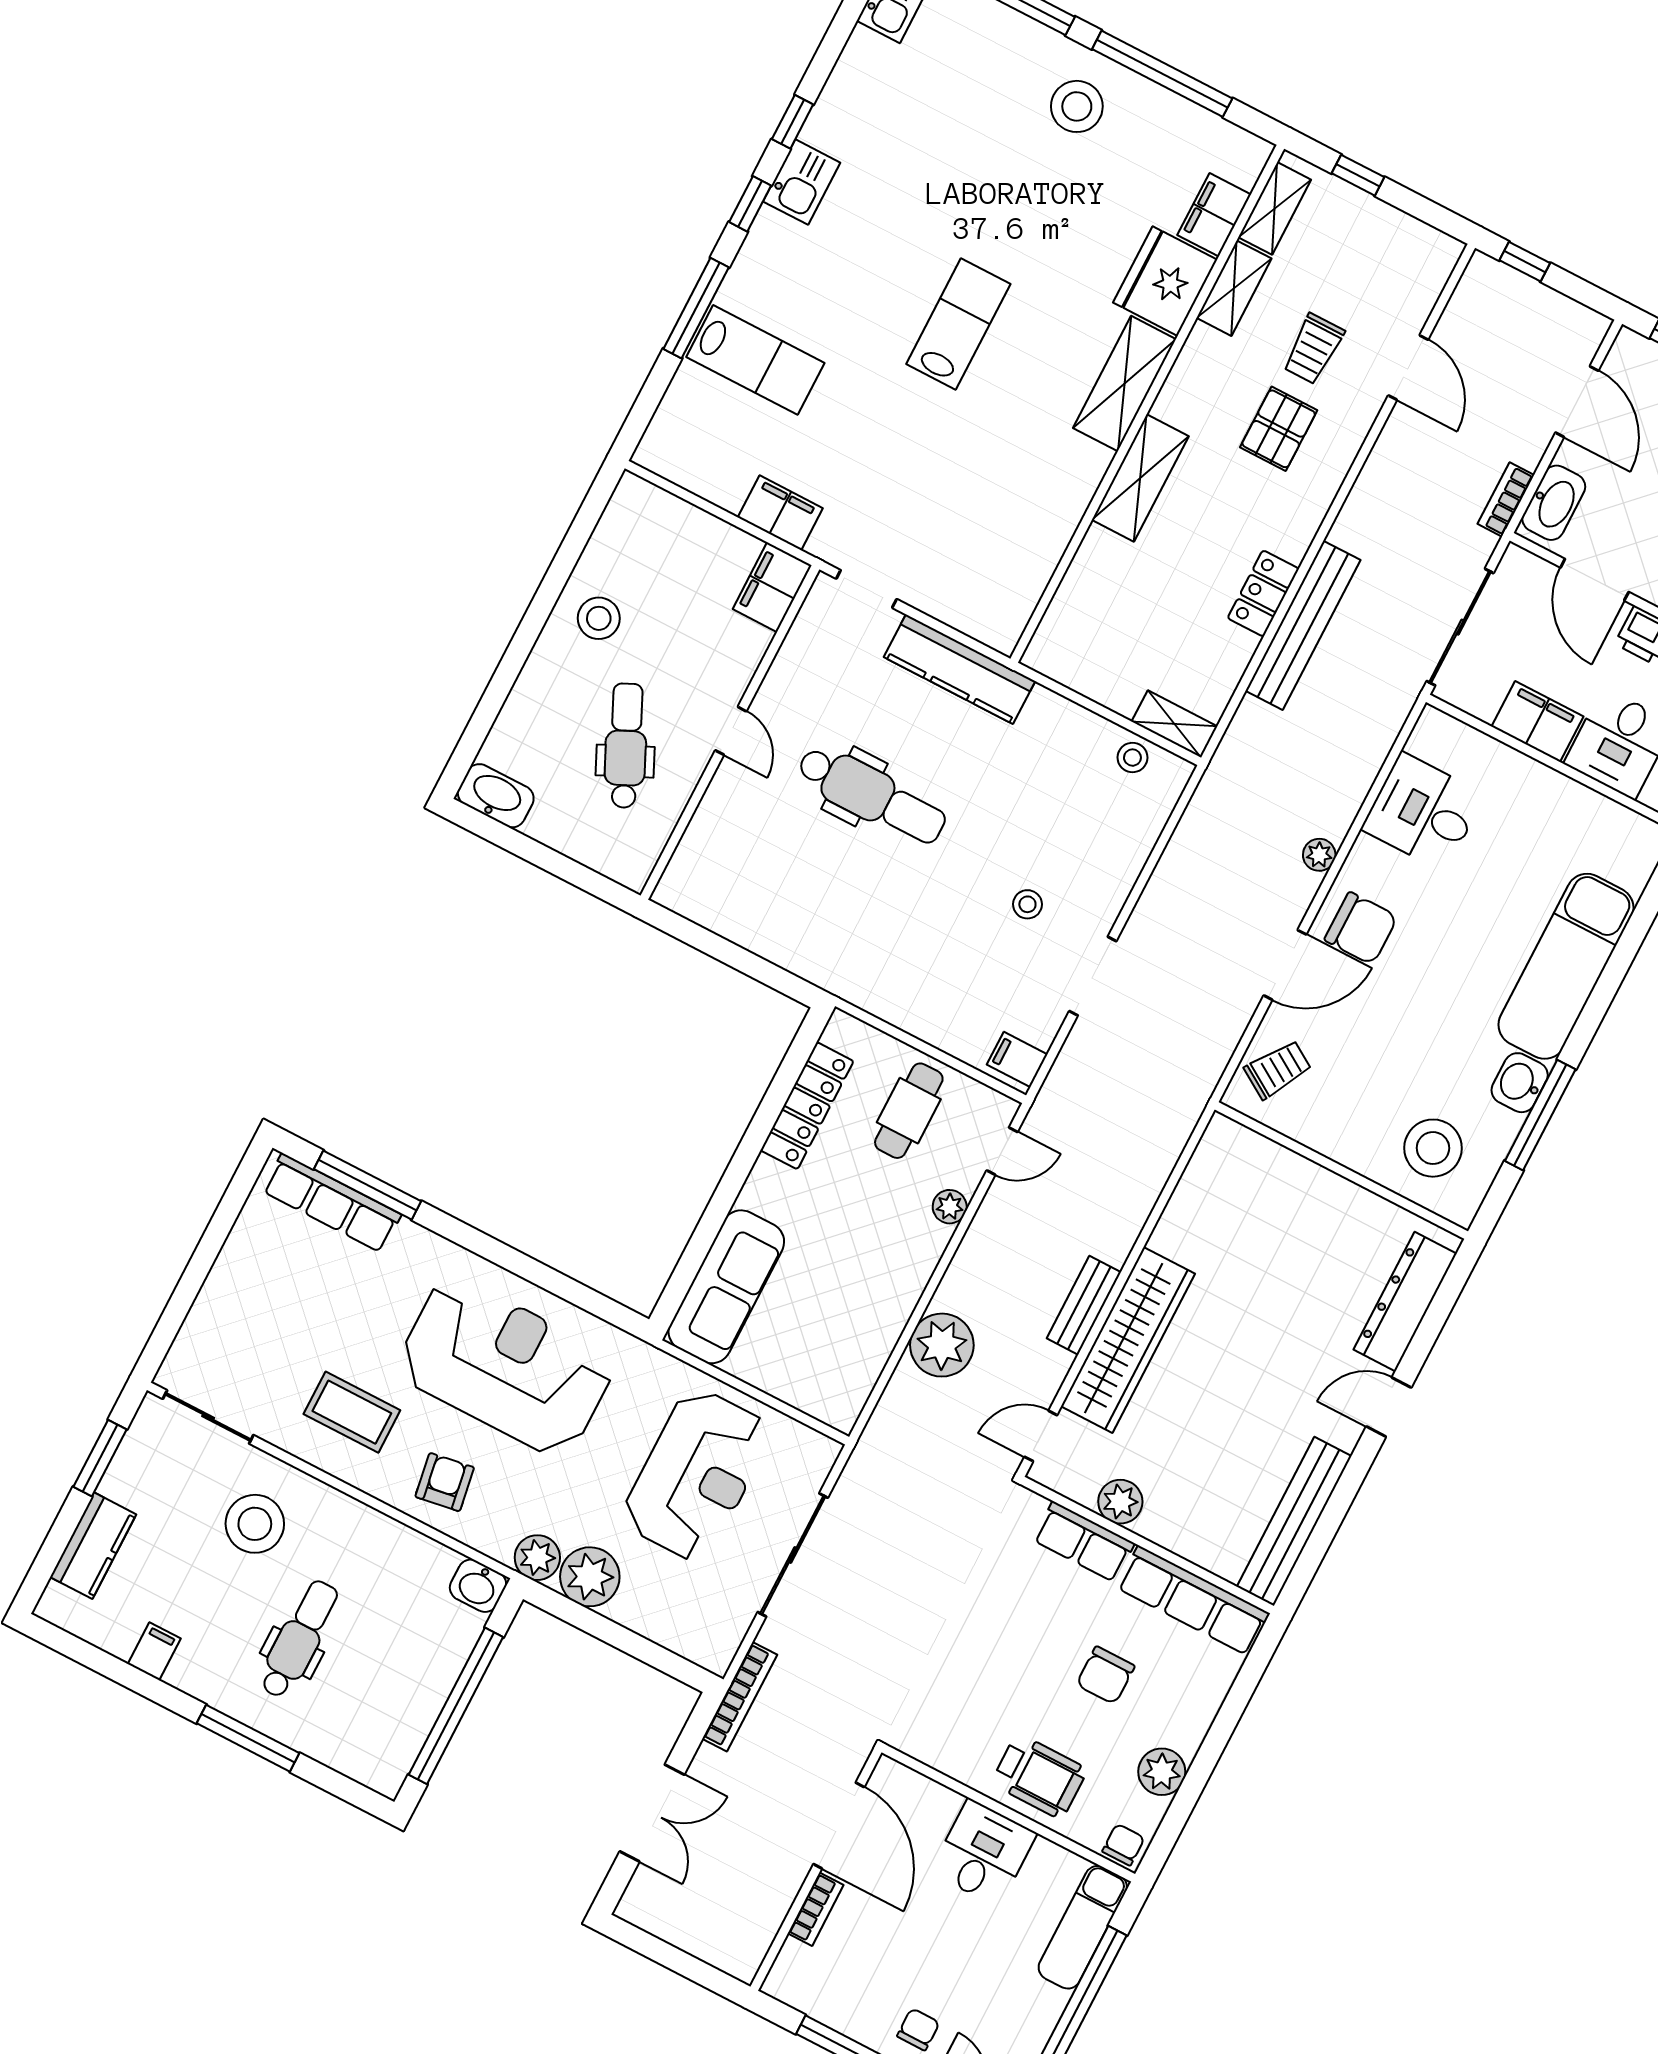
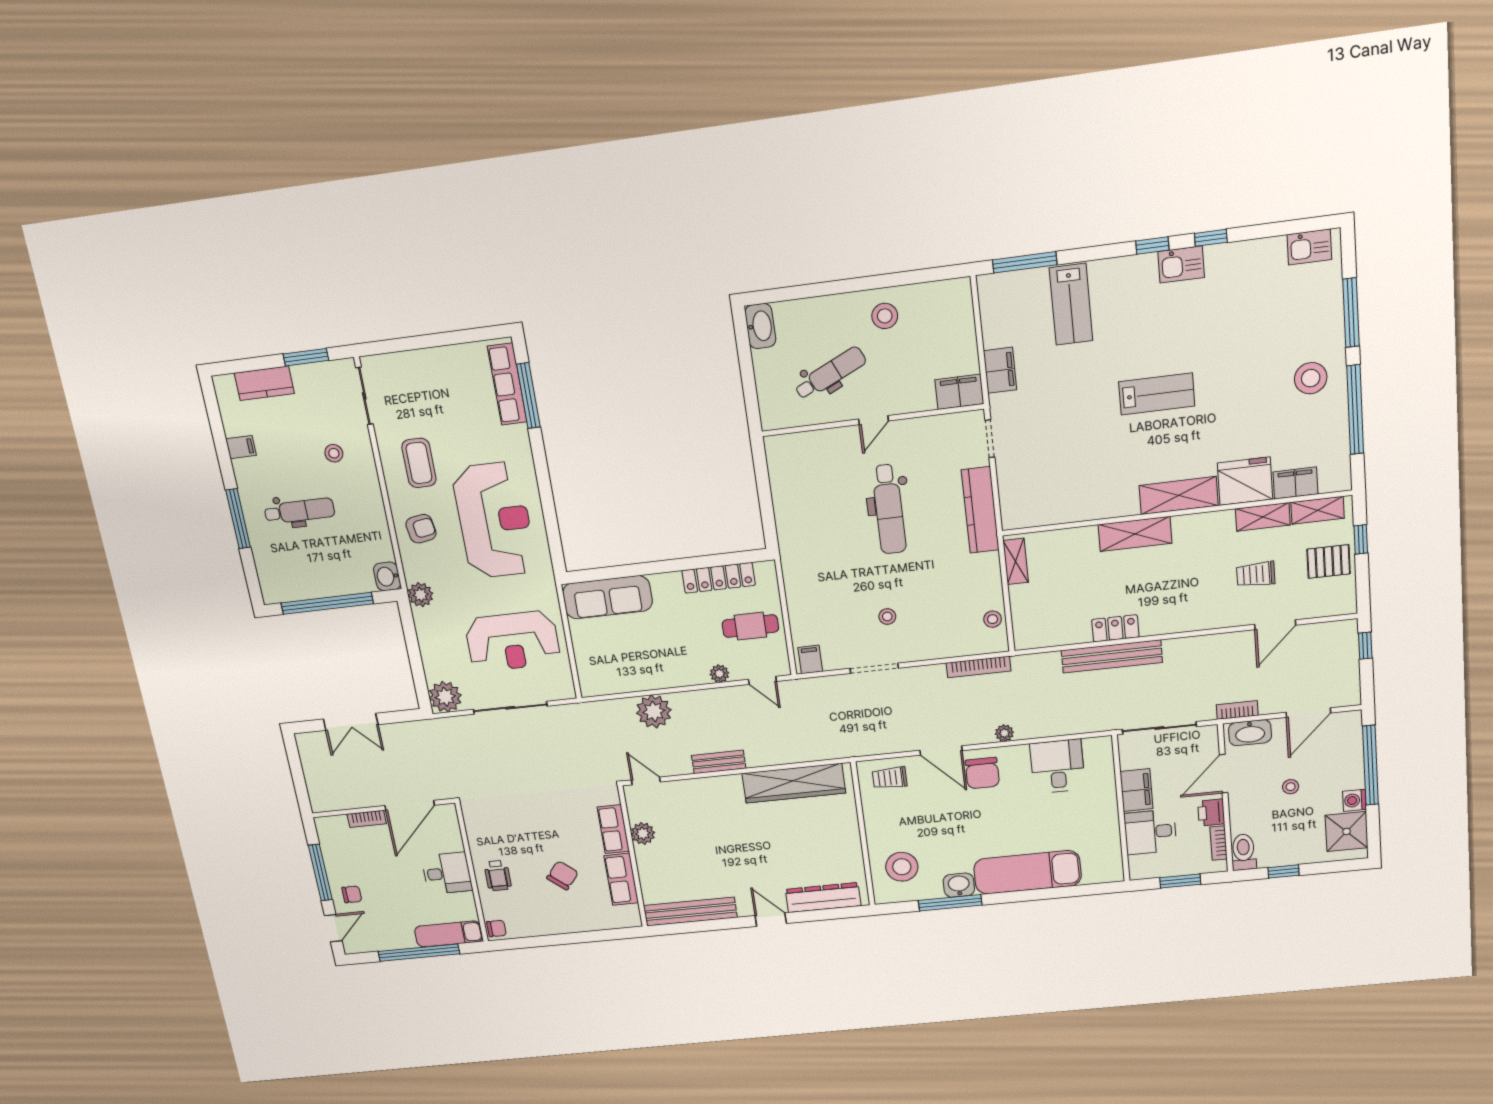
window: (696, 308) -> (1025, 262), moved
pallet: (1279, 429) -> (1329, 561), moved
shelving: (1175, 724) -> (1016, 561), moved
trolley: (1278, 1069) -> (890, 778), turned 148
wardrobe: (1128, 1340) -> (794, 783), moved
stool: (255, 1524) -> (334, 453), width x0.53, depth x0.53
plant: (590, 1577) -> (445, 697), moved
row of seats: (1193, 1601) -> (621, 879), width x0.68
chair: (1105, 1675) -> (563, 875), turned 130
bookcase: (740, 1697) -> (978, 667), moved
plant: (1162, 1772) -> (540, 925), removed
wheelchair: (1039, 1776) -> (498, 875), width x0.73, depth x0.73

